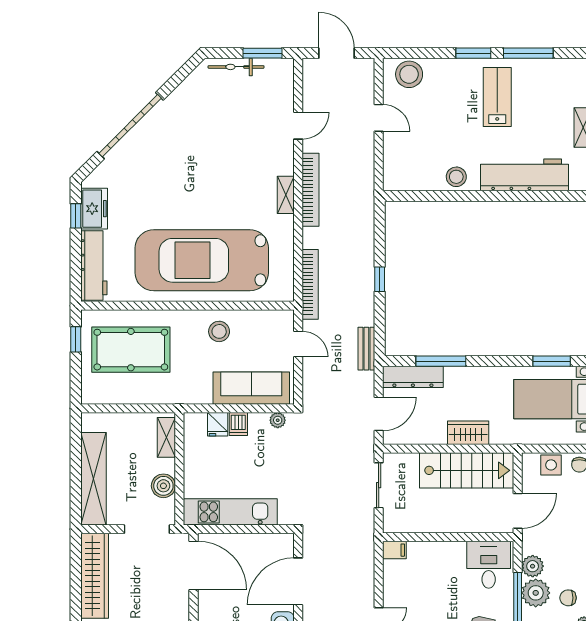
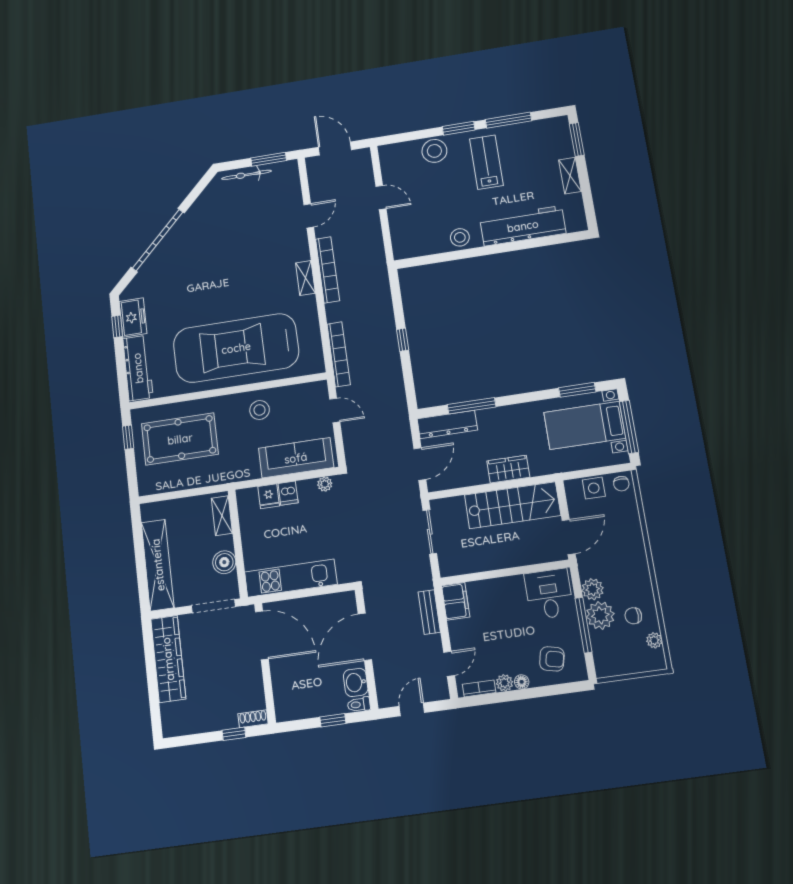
stool: (409, 74) -> (434, 151), moved
bench: (366, 349) -> (429, 612), moved
filing cabinet: (394, 550) -> (456, 601), width x2.00

